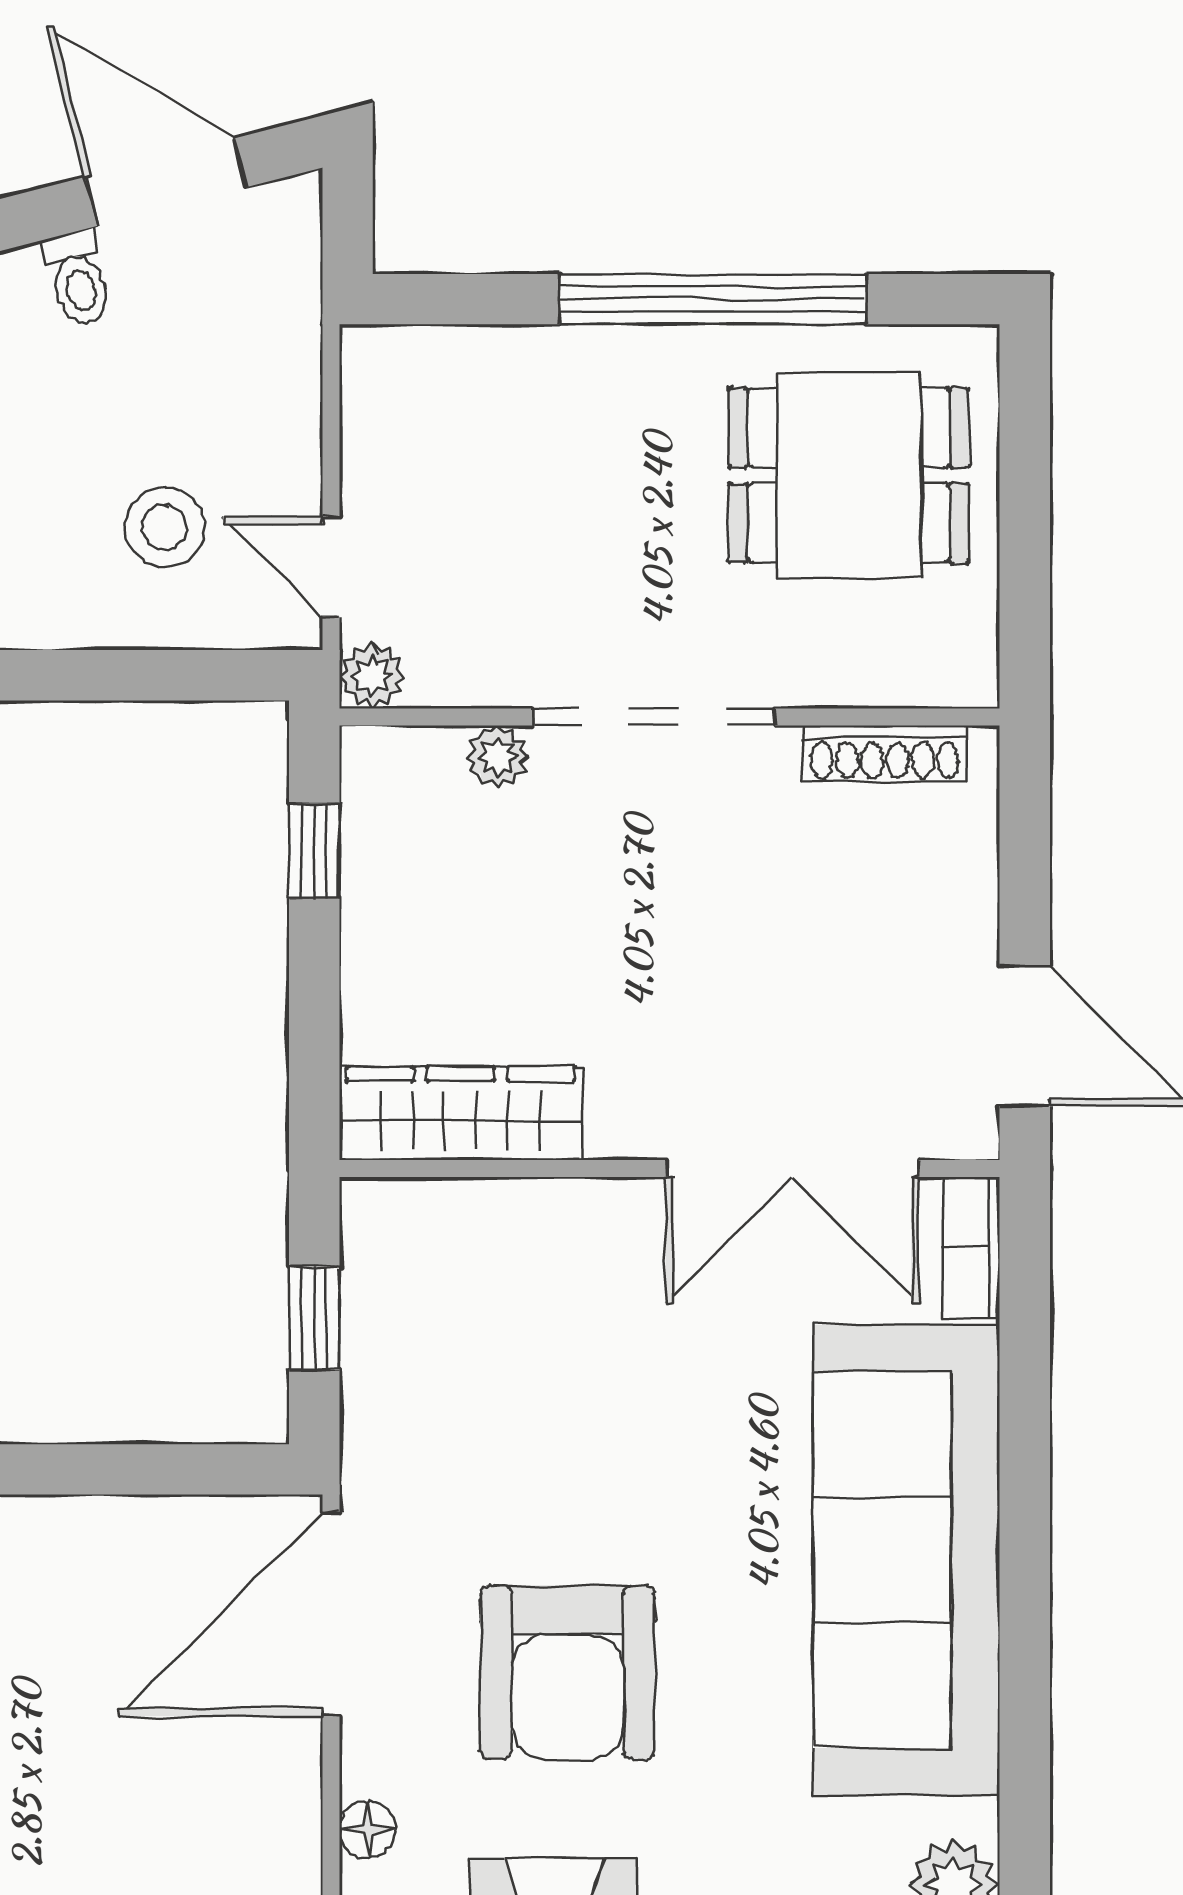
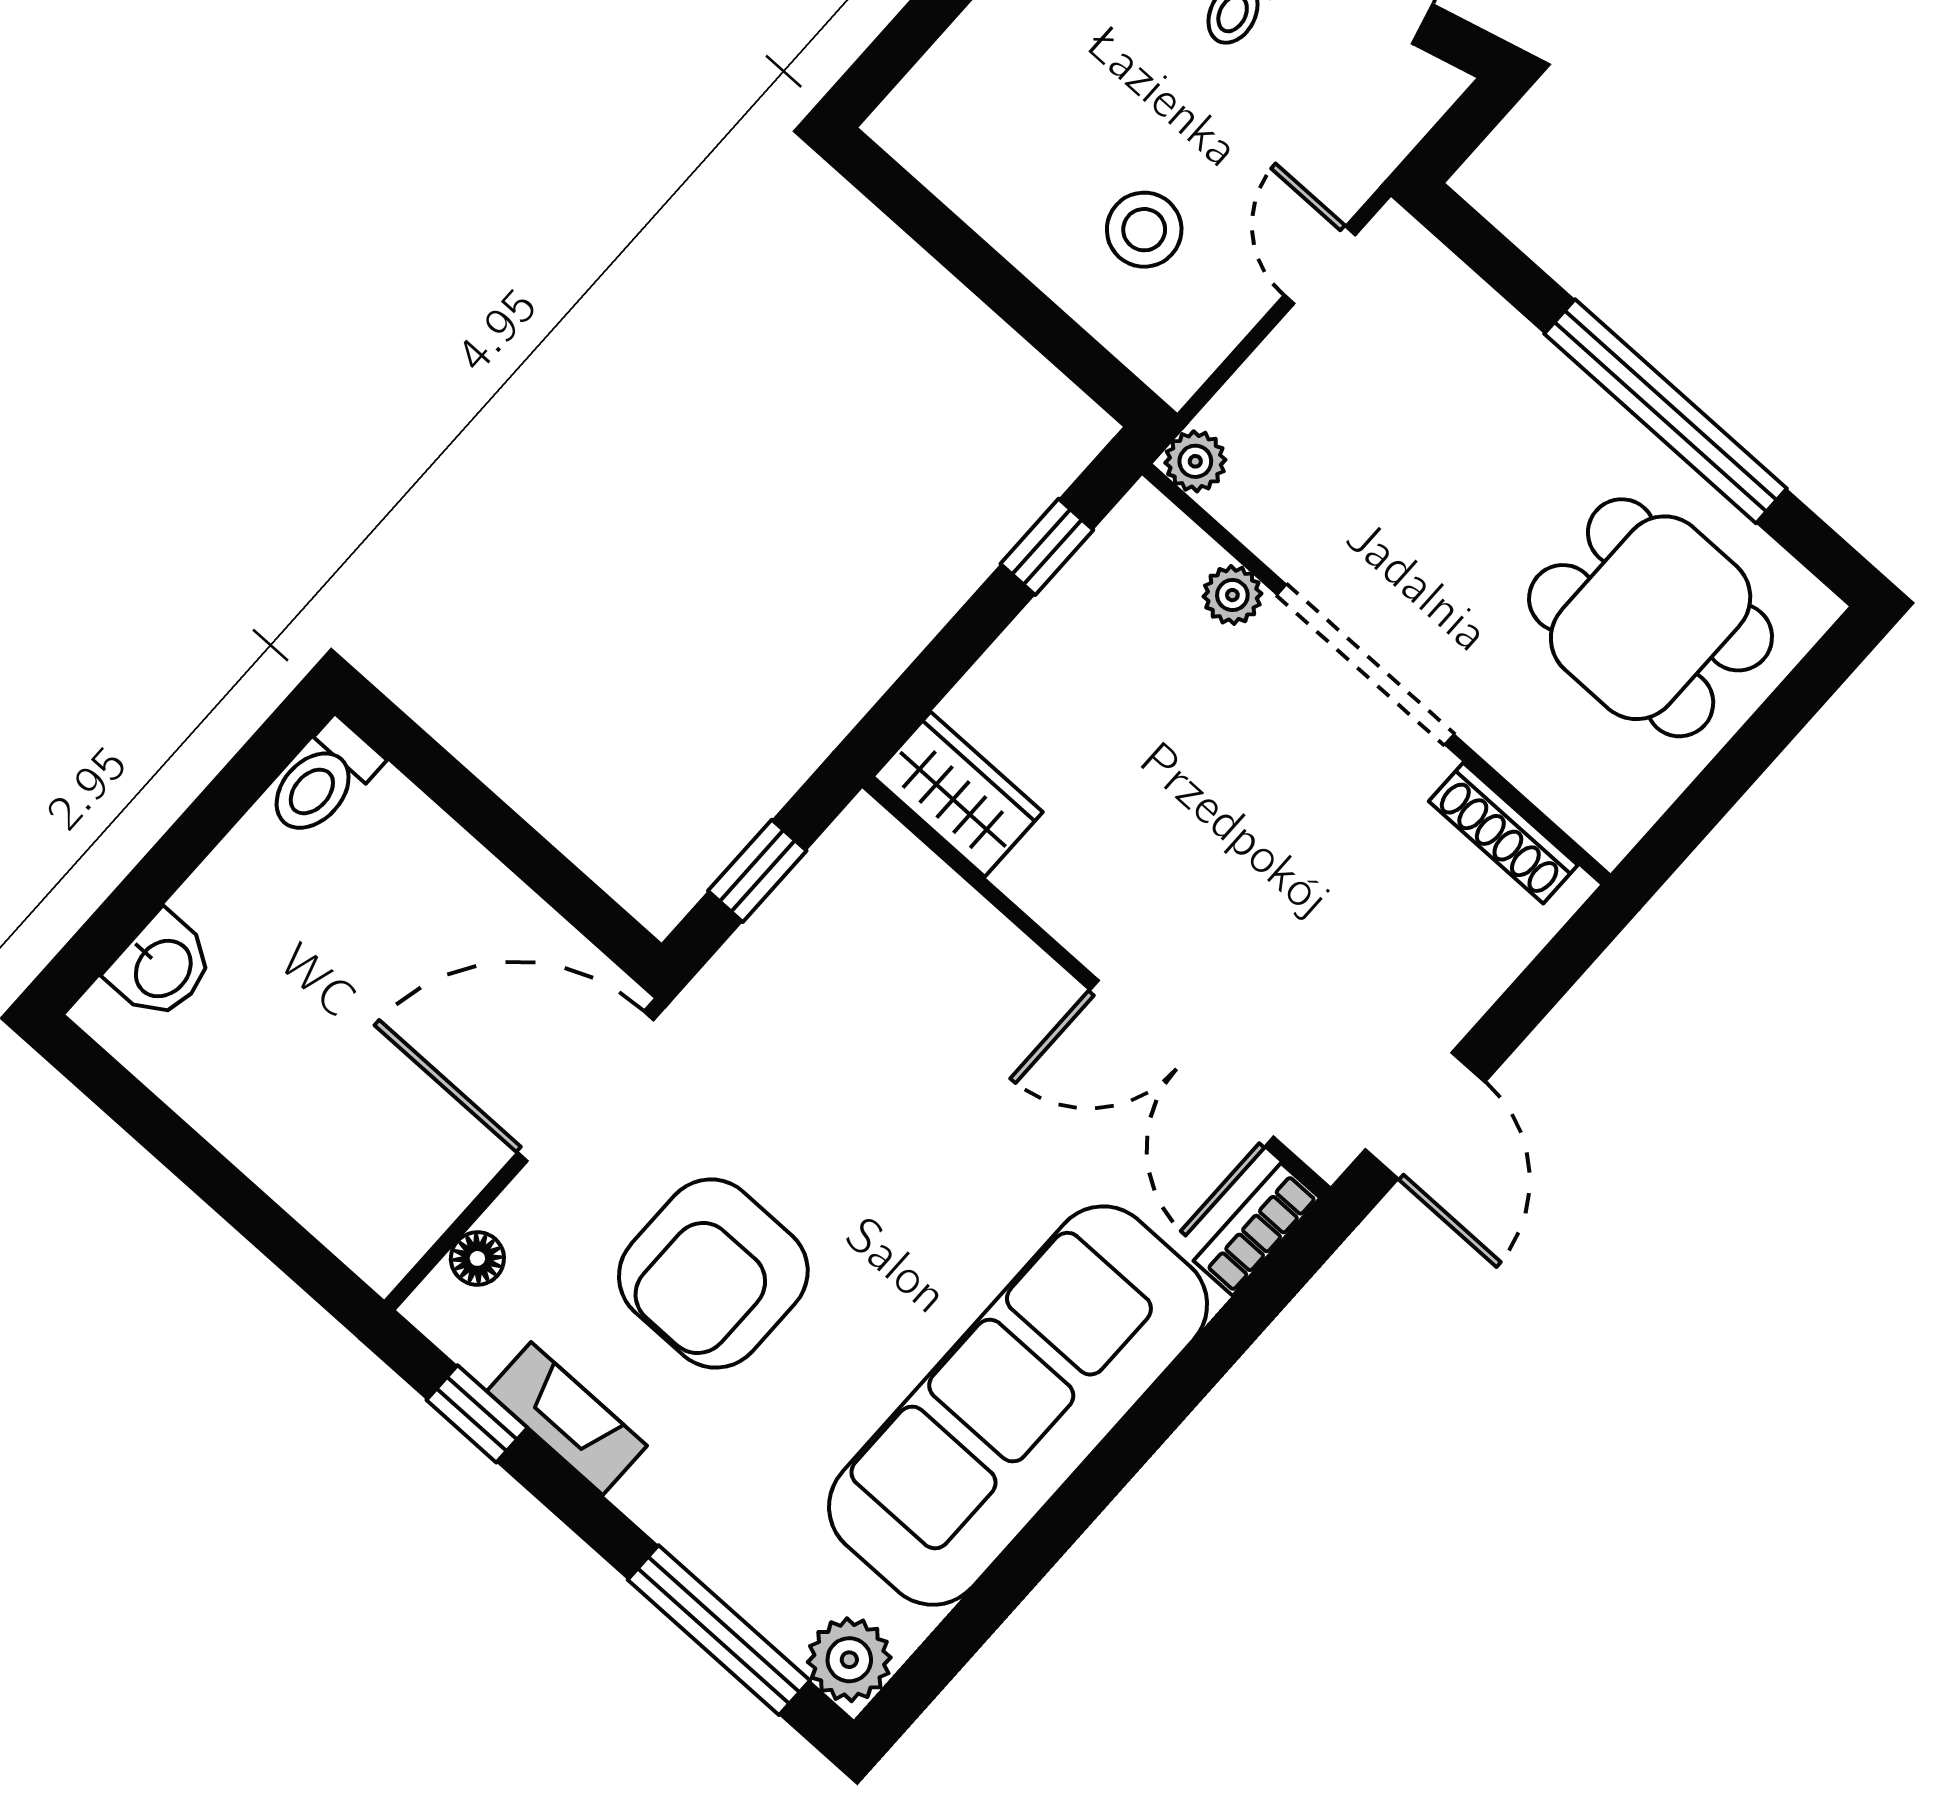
door: (331, 567) -> (1320, 265), moved
wardrobe: (460, 1113) -> (958, 794), width x0.67

